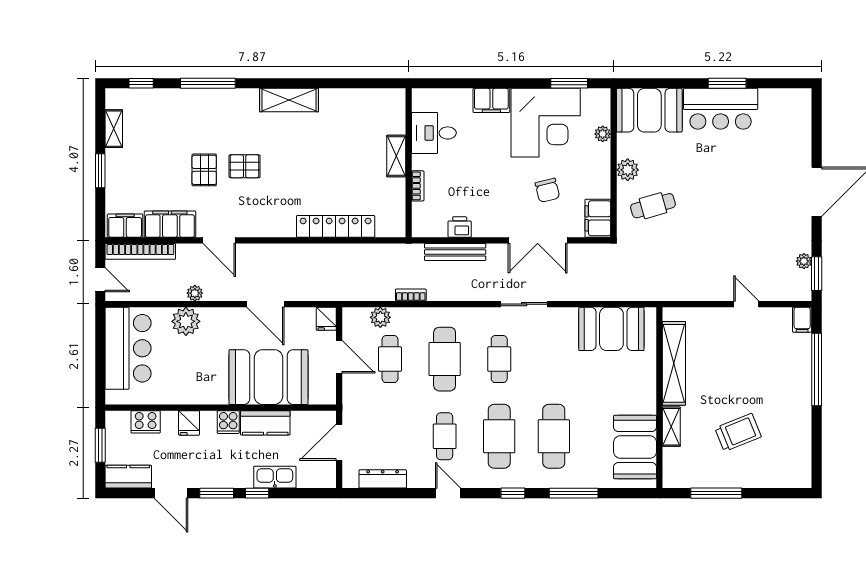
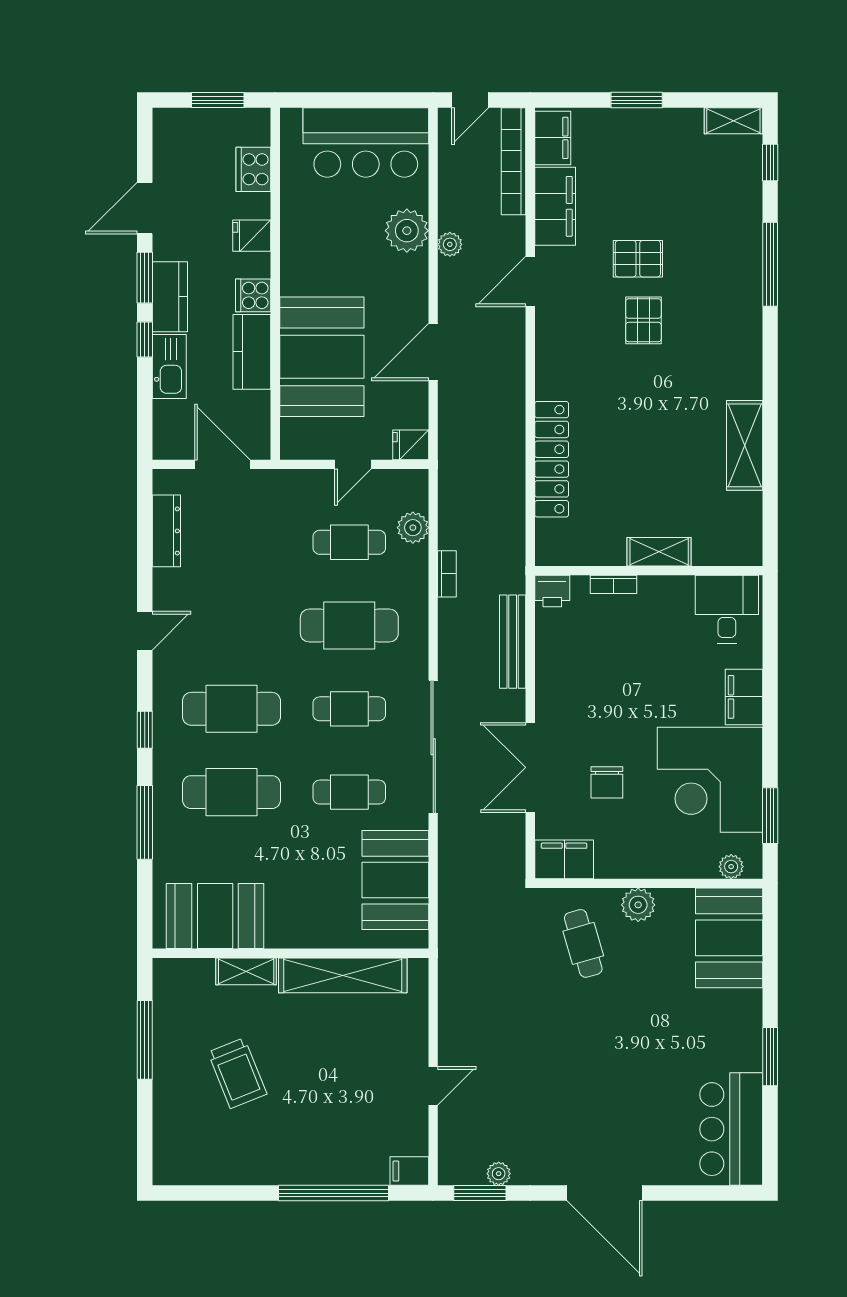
shelving: (289, 100) -> (745, 445), moved
bar counter: (721, 109) -> (731, 1129), moved
shelving: (114, 129) -> (733, 121), moved
desk: (434, 133) -> (727, 609), moved
plant: (603, 134) -> (731, 867), moved
chair: (547, 190) -> (607, 782), turned -76
printer: (460, 227) -> (552, 591), moved, turned 90
sliding door: (524, 304) -> (433, 747), width x1.86
door: (339, 357) -> (353, 464), width x0.73
cafe table: (445, 436) -> (349, 792), moved
kitchen counter: (128, 477) -> (170, 297), moved

